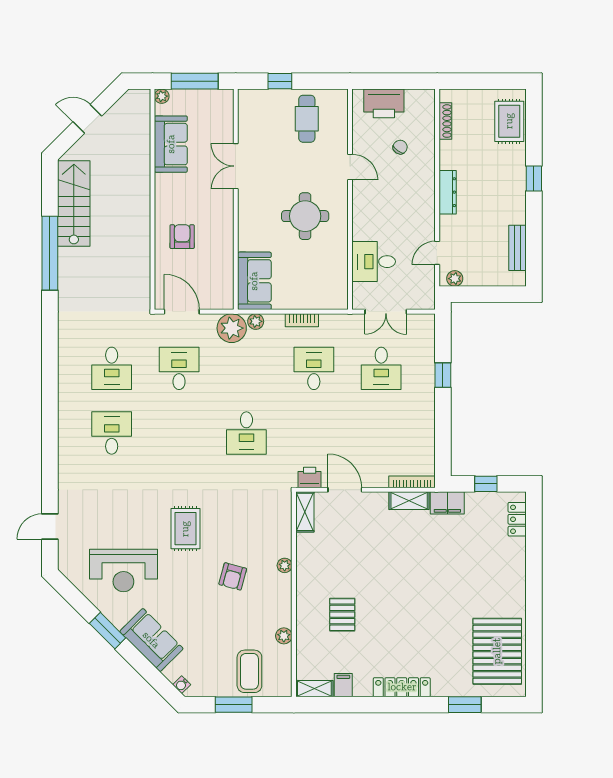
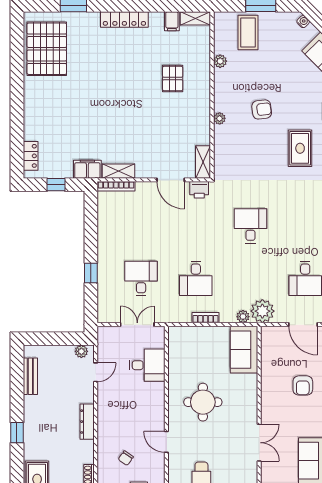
armchair: (233, 576) -> (262, 109), turned 68

